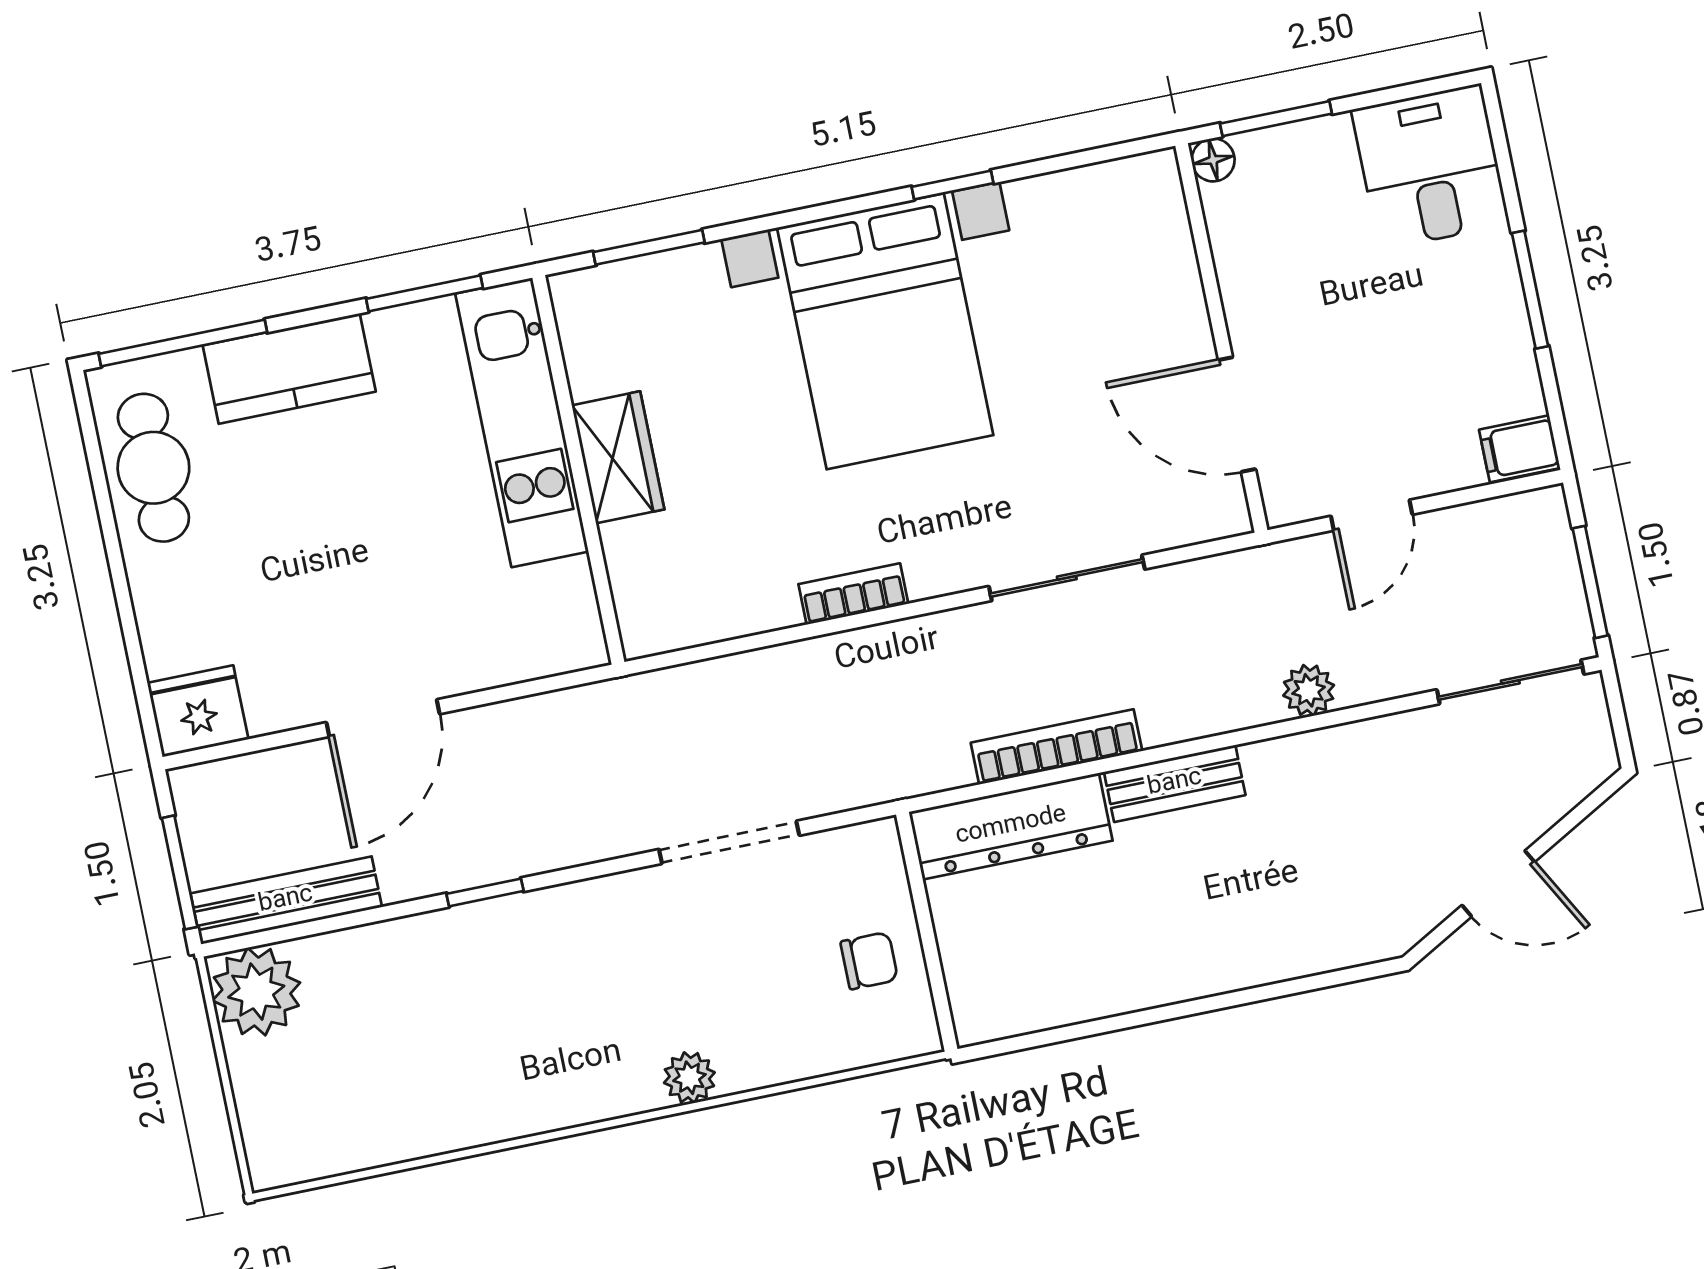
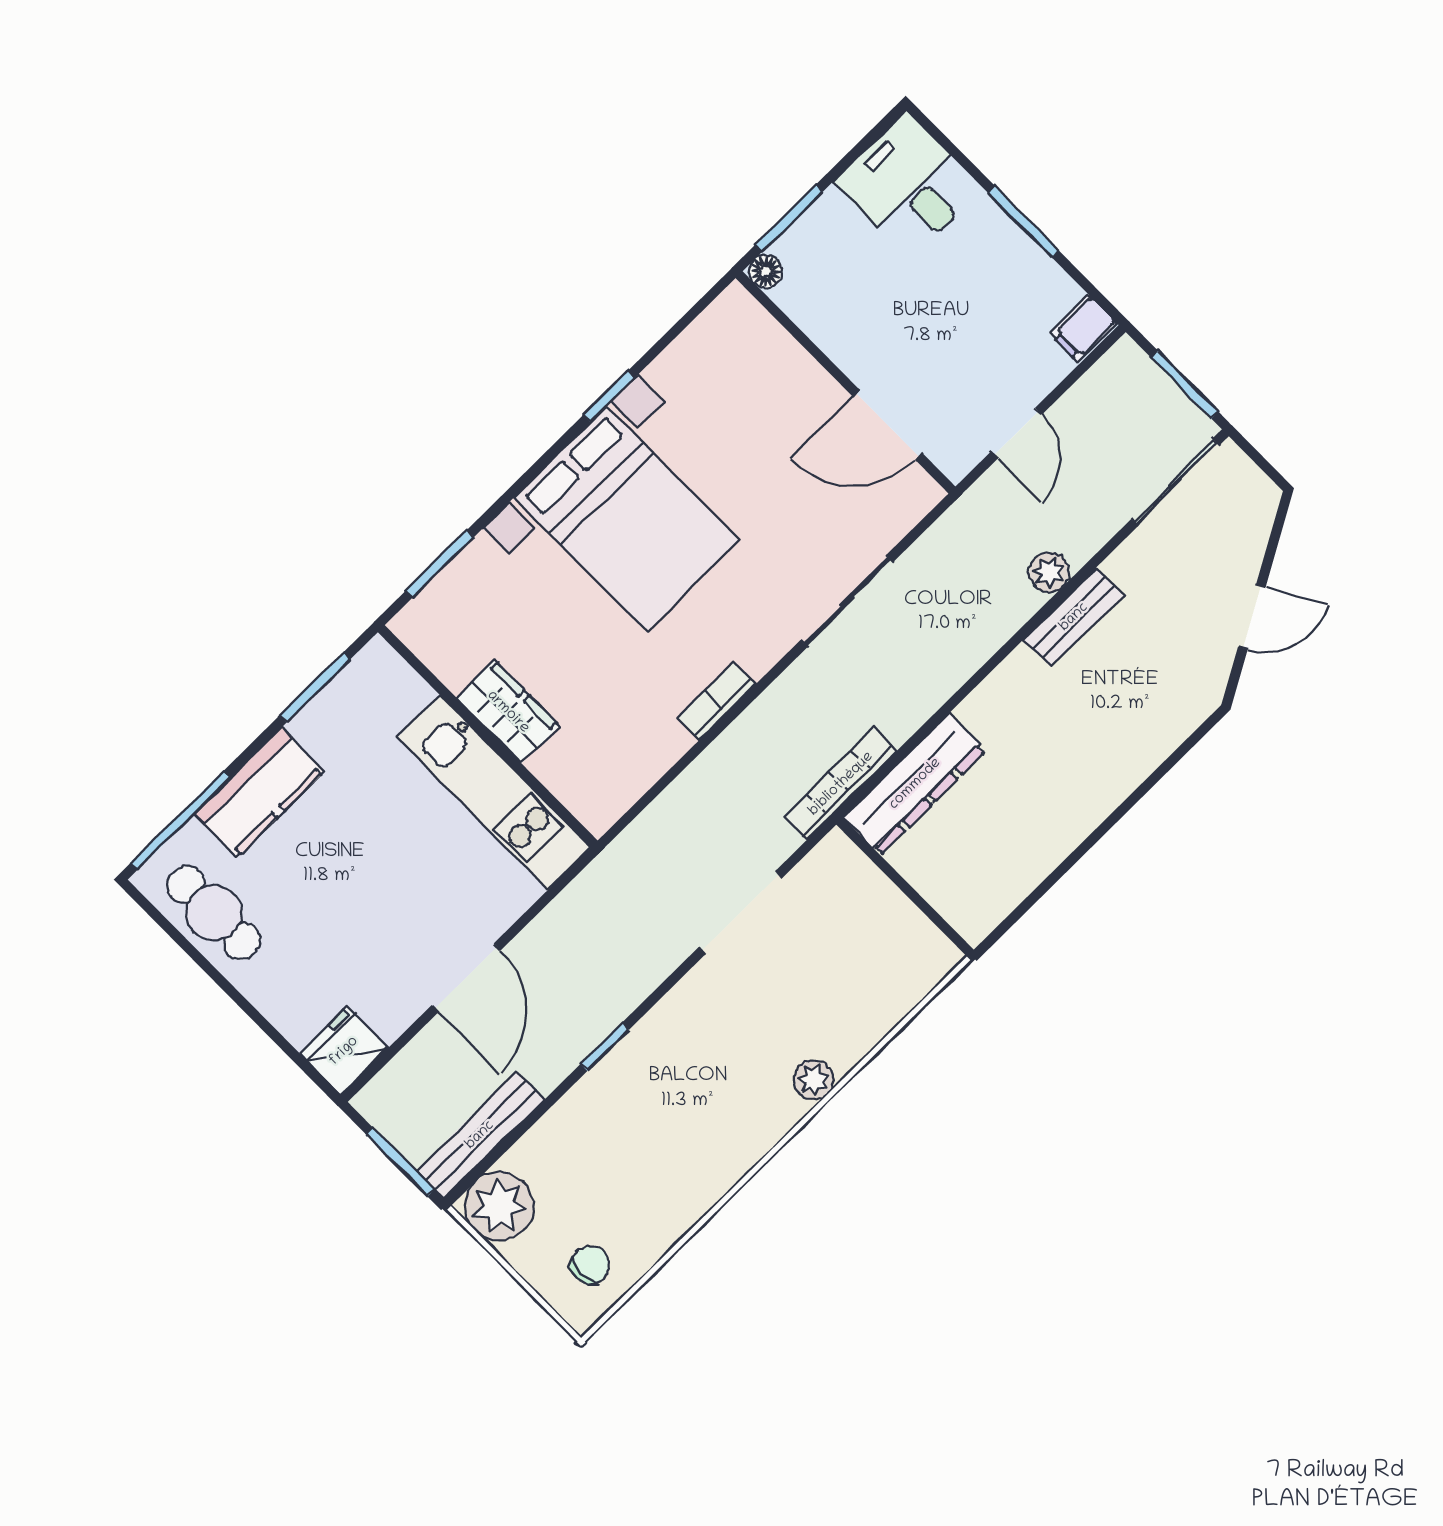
kitchen unit: (522, 423) -> (494, 793), moved
bookcase: (1056, 747) -> (841, 784), moved
bench: (1175, 783) -> (1074, 617), moved
chair: (869, 961) -> (590, 1265), moved

